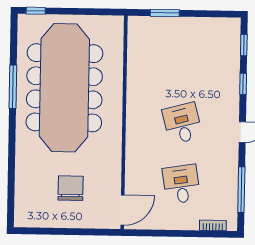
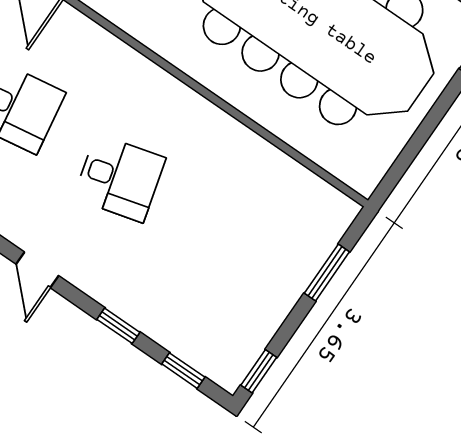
window: (224, 14) -> (259, 371), added

